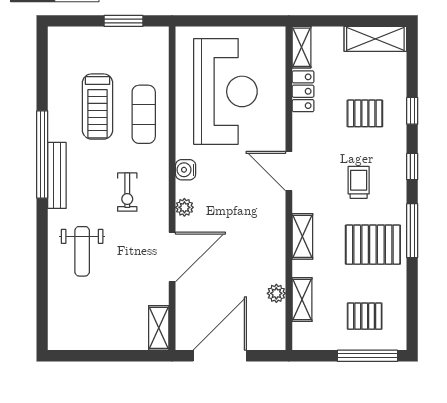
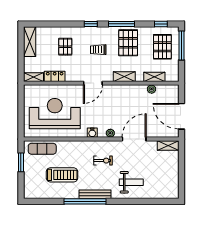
window: (412, 111) -> (161, 24), moved
exercise mat: (144, 114) -> (42, 149), moved
door: (172, 257) -> (134, 139), hinge flipped
pallet: (365, 316) -> (162, 47), width x1.50, depth x1.42

